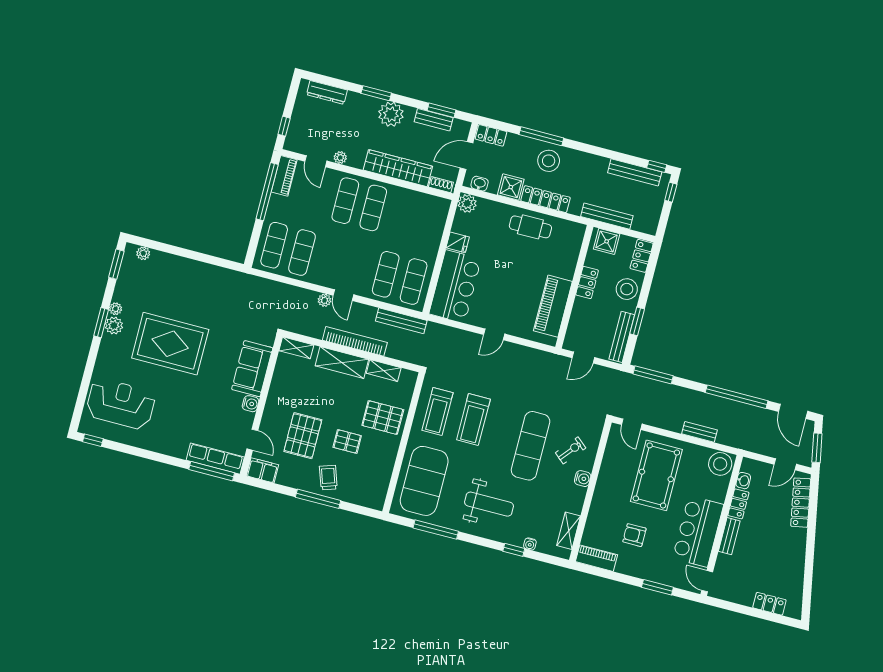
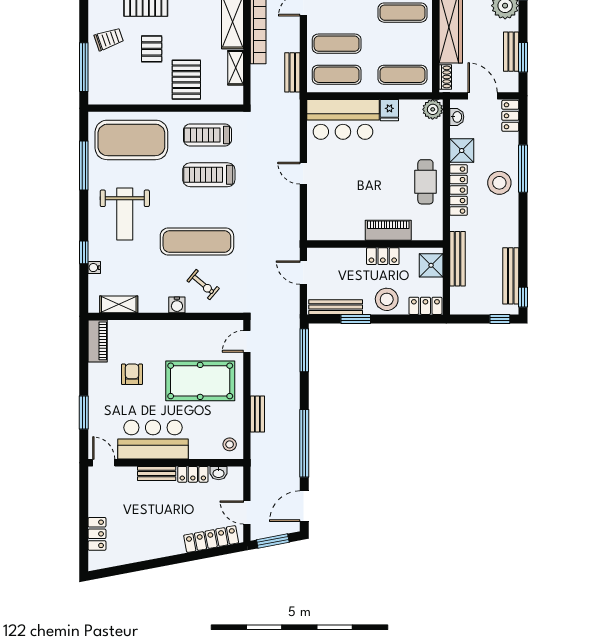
exercise mat: (429, 222) -> (403, 75), added
piano: (553, 306) -> (388, 230), moved, width x0.73, depth x0.75
bench: (401, 321) -> (292, 72), width x0.73
stool: (720, 464) -> (230, 444), width x0.53, depth x0.53
window: (318, 499) -> (84, 67), moved
door: (707, 581) -> (104, 463), hinge flipped

